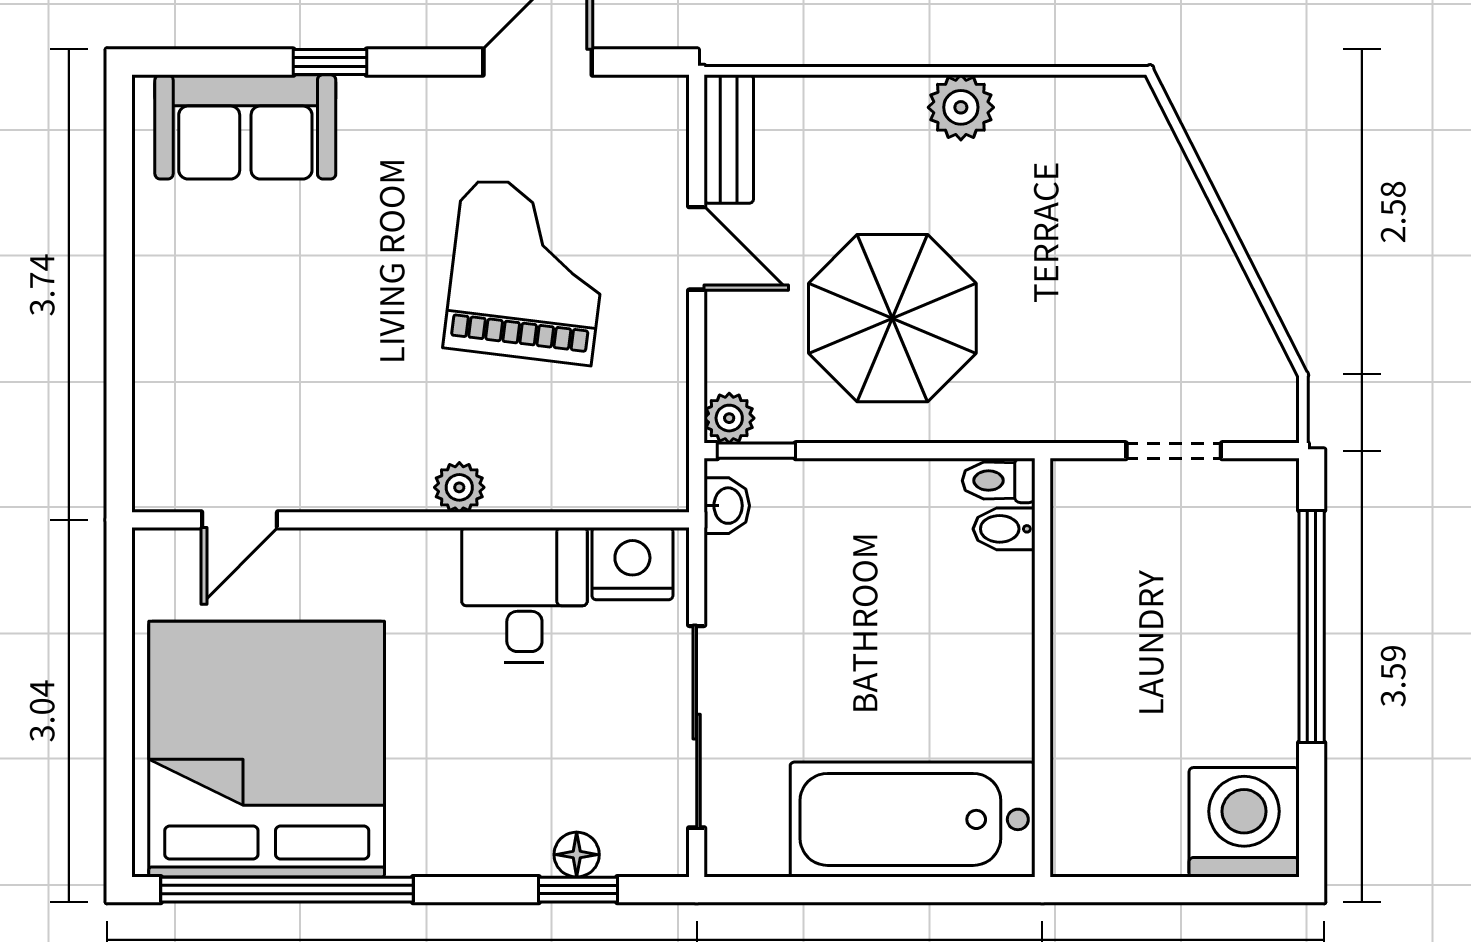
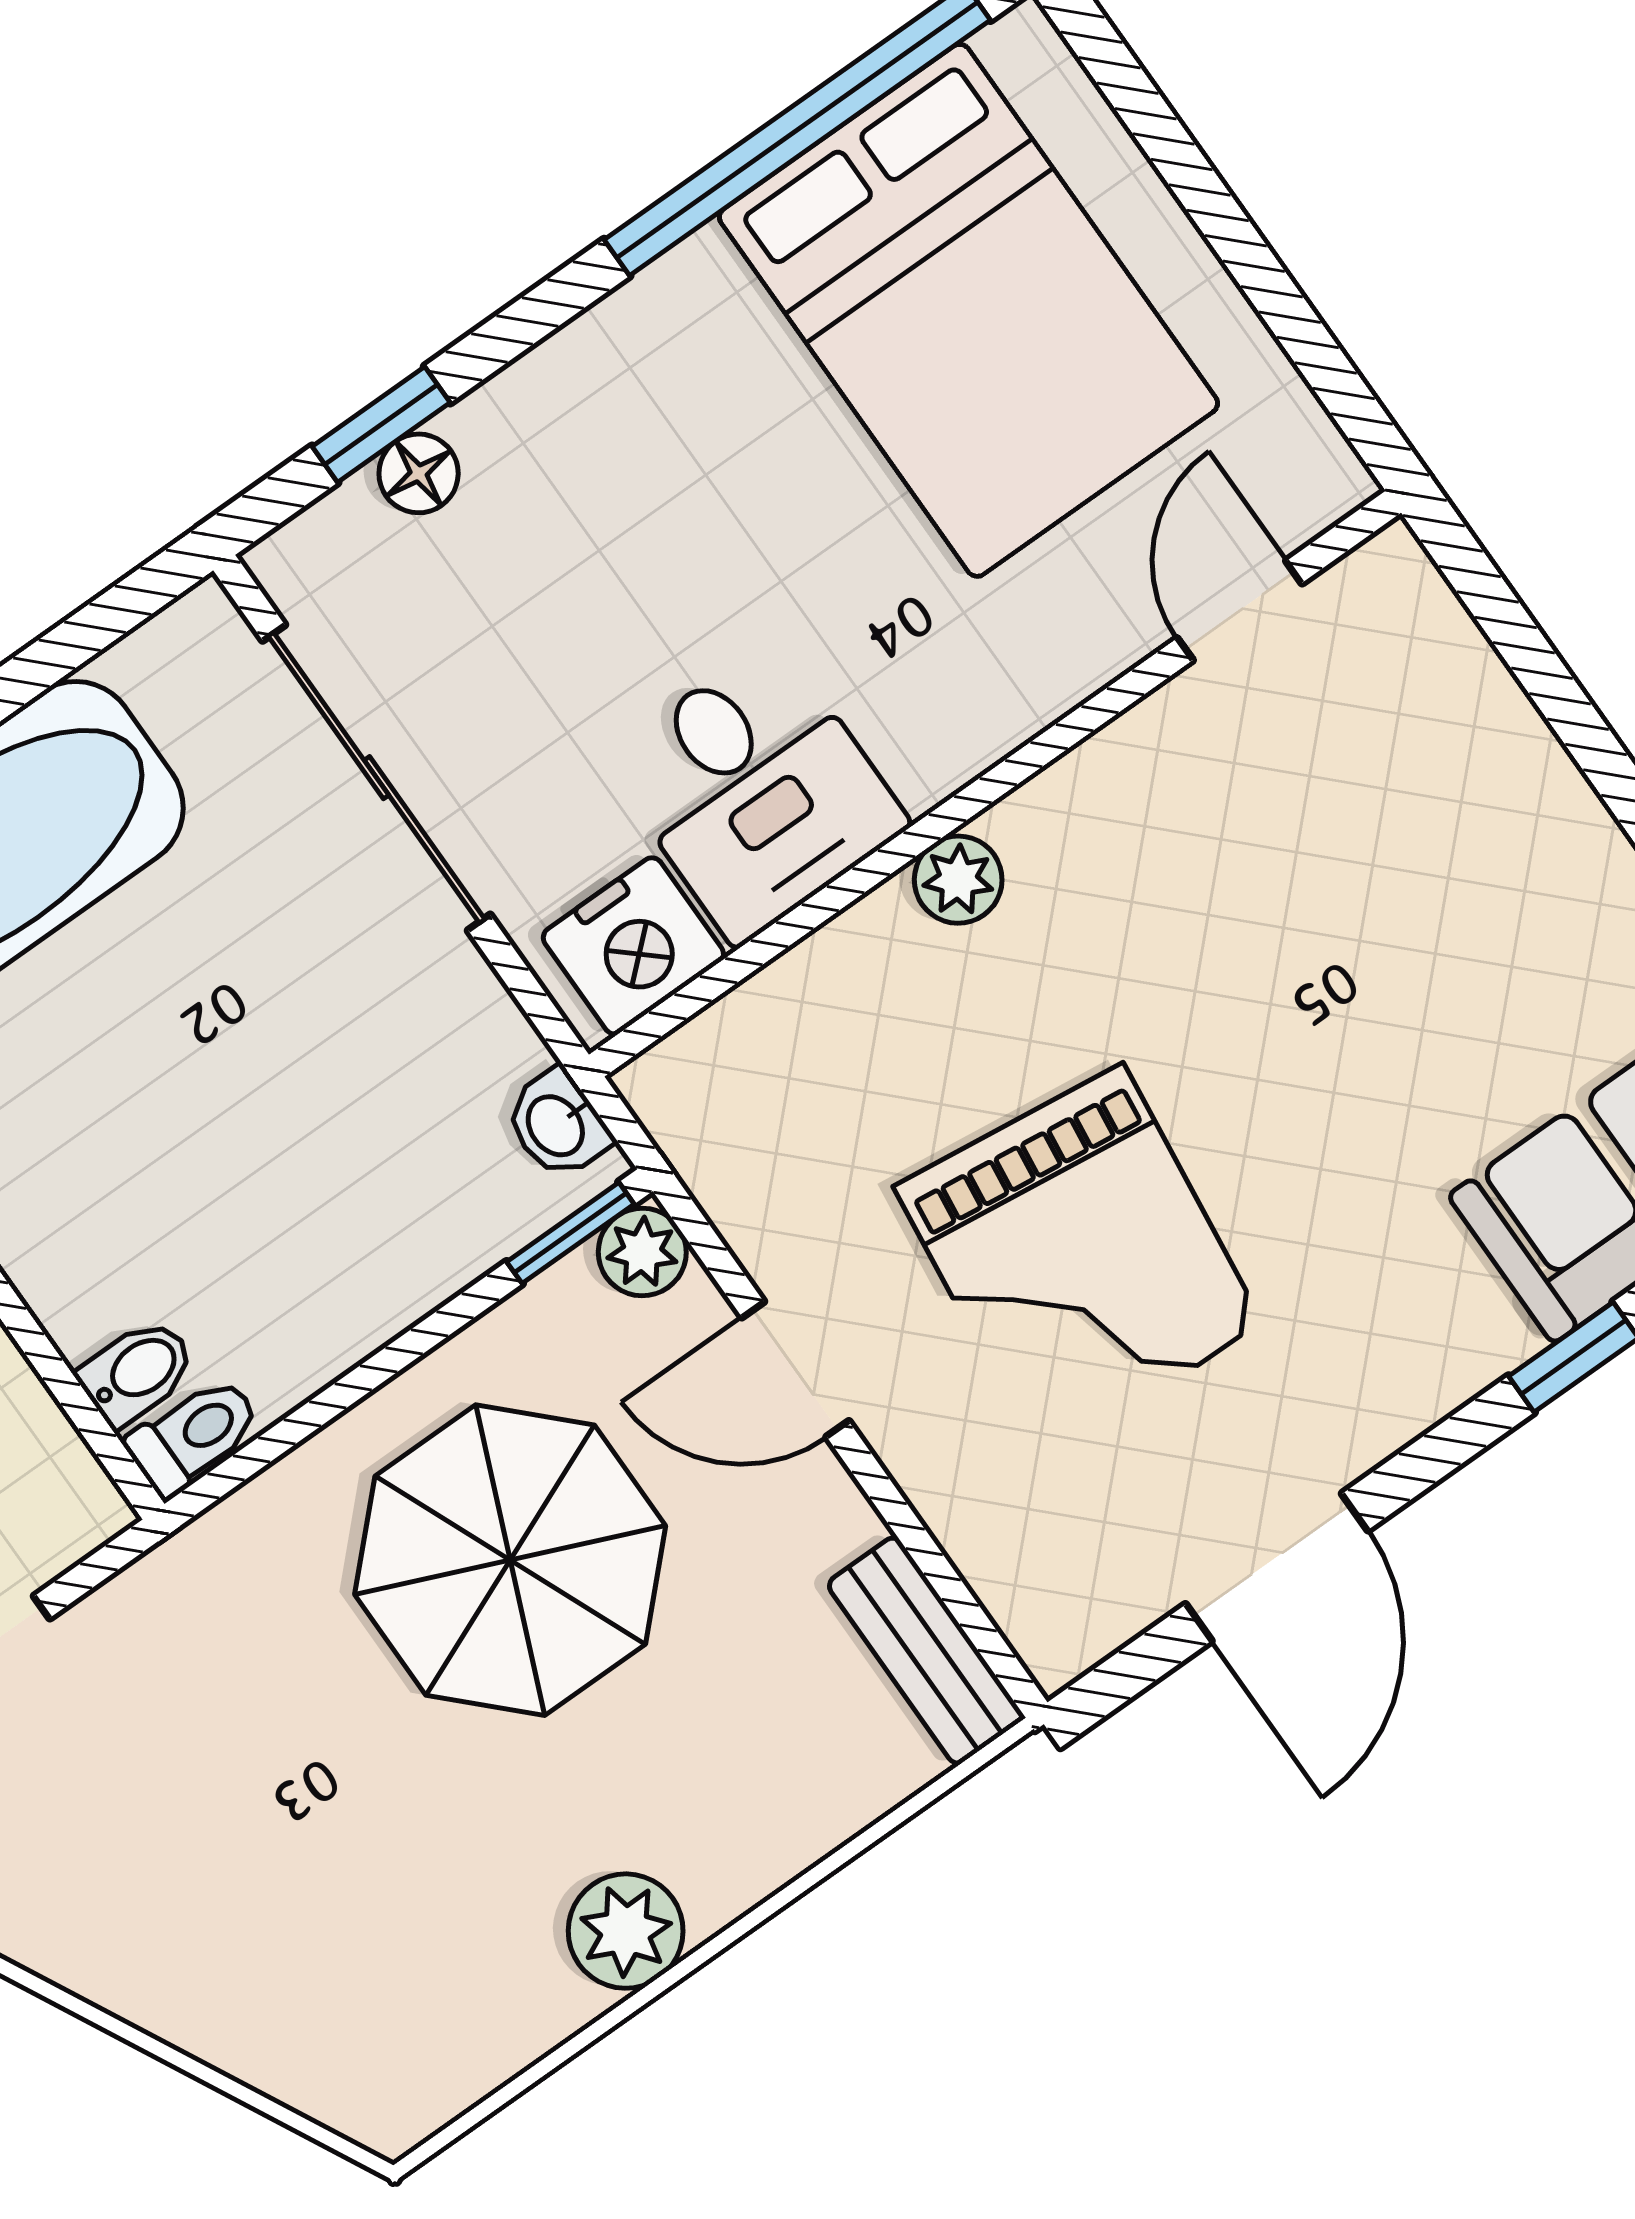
door: (697, 248) -> (795, 1369), moved
bed: (267, 749) -> (969, 310), width x0.73

